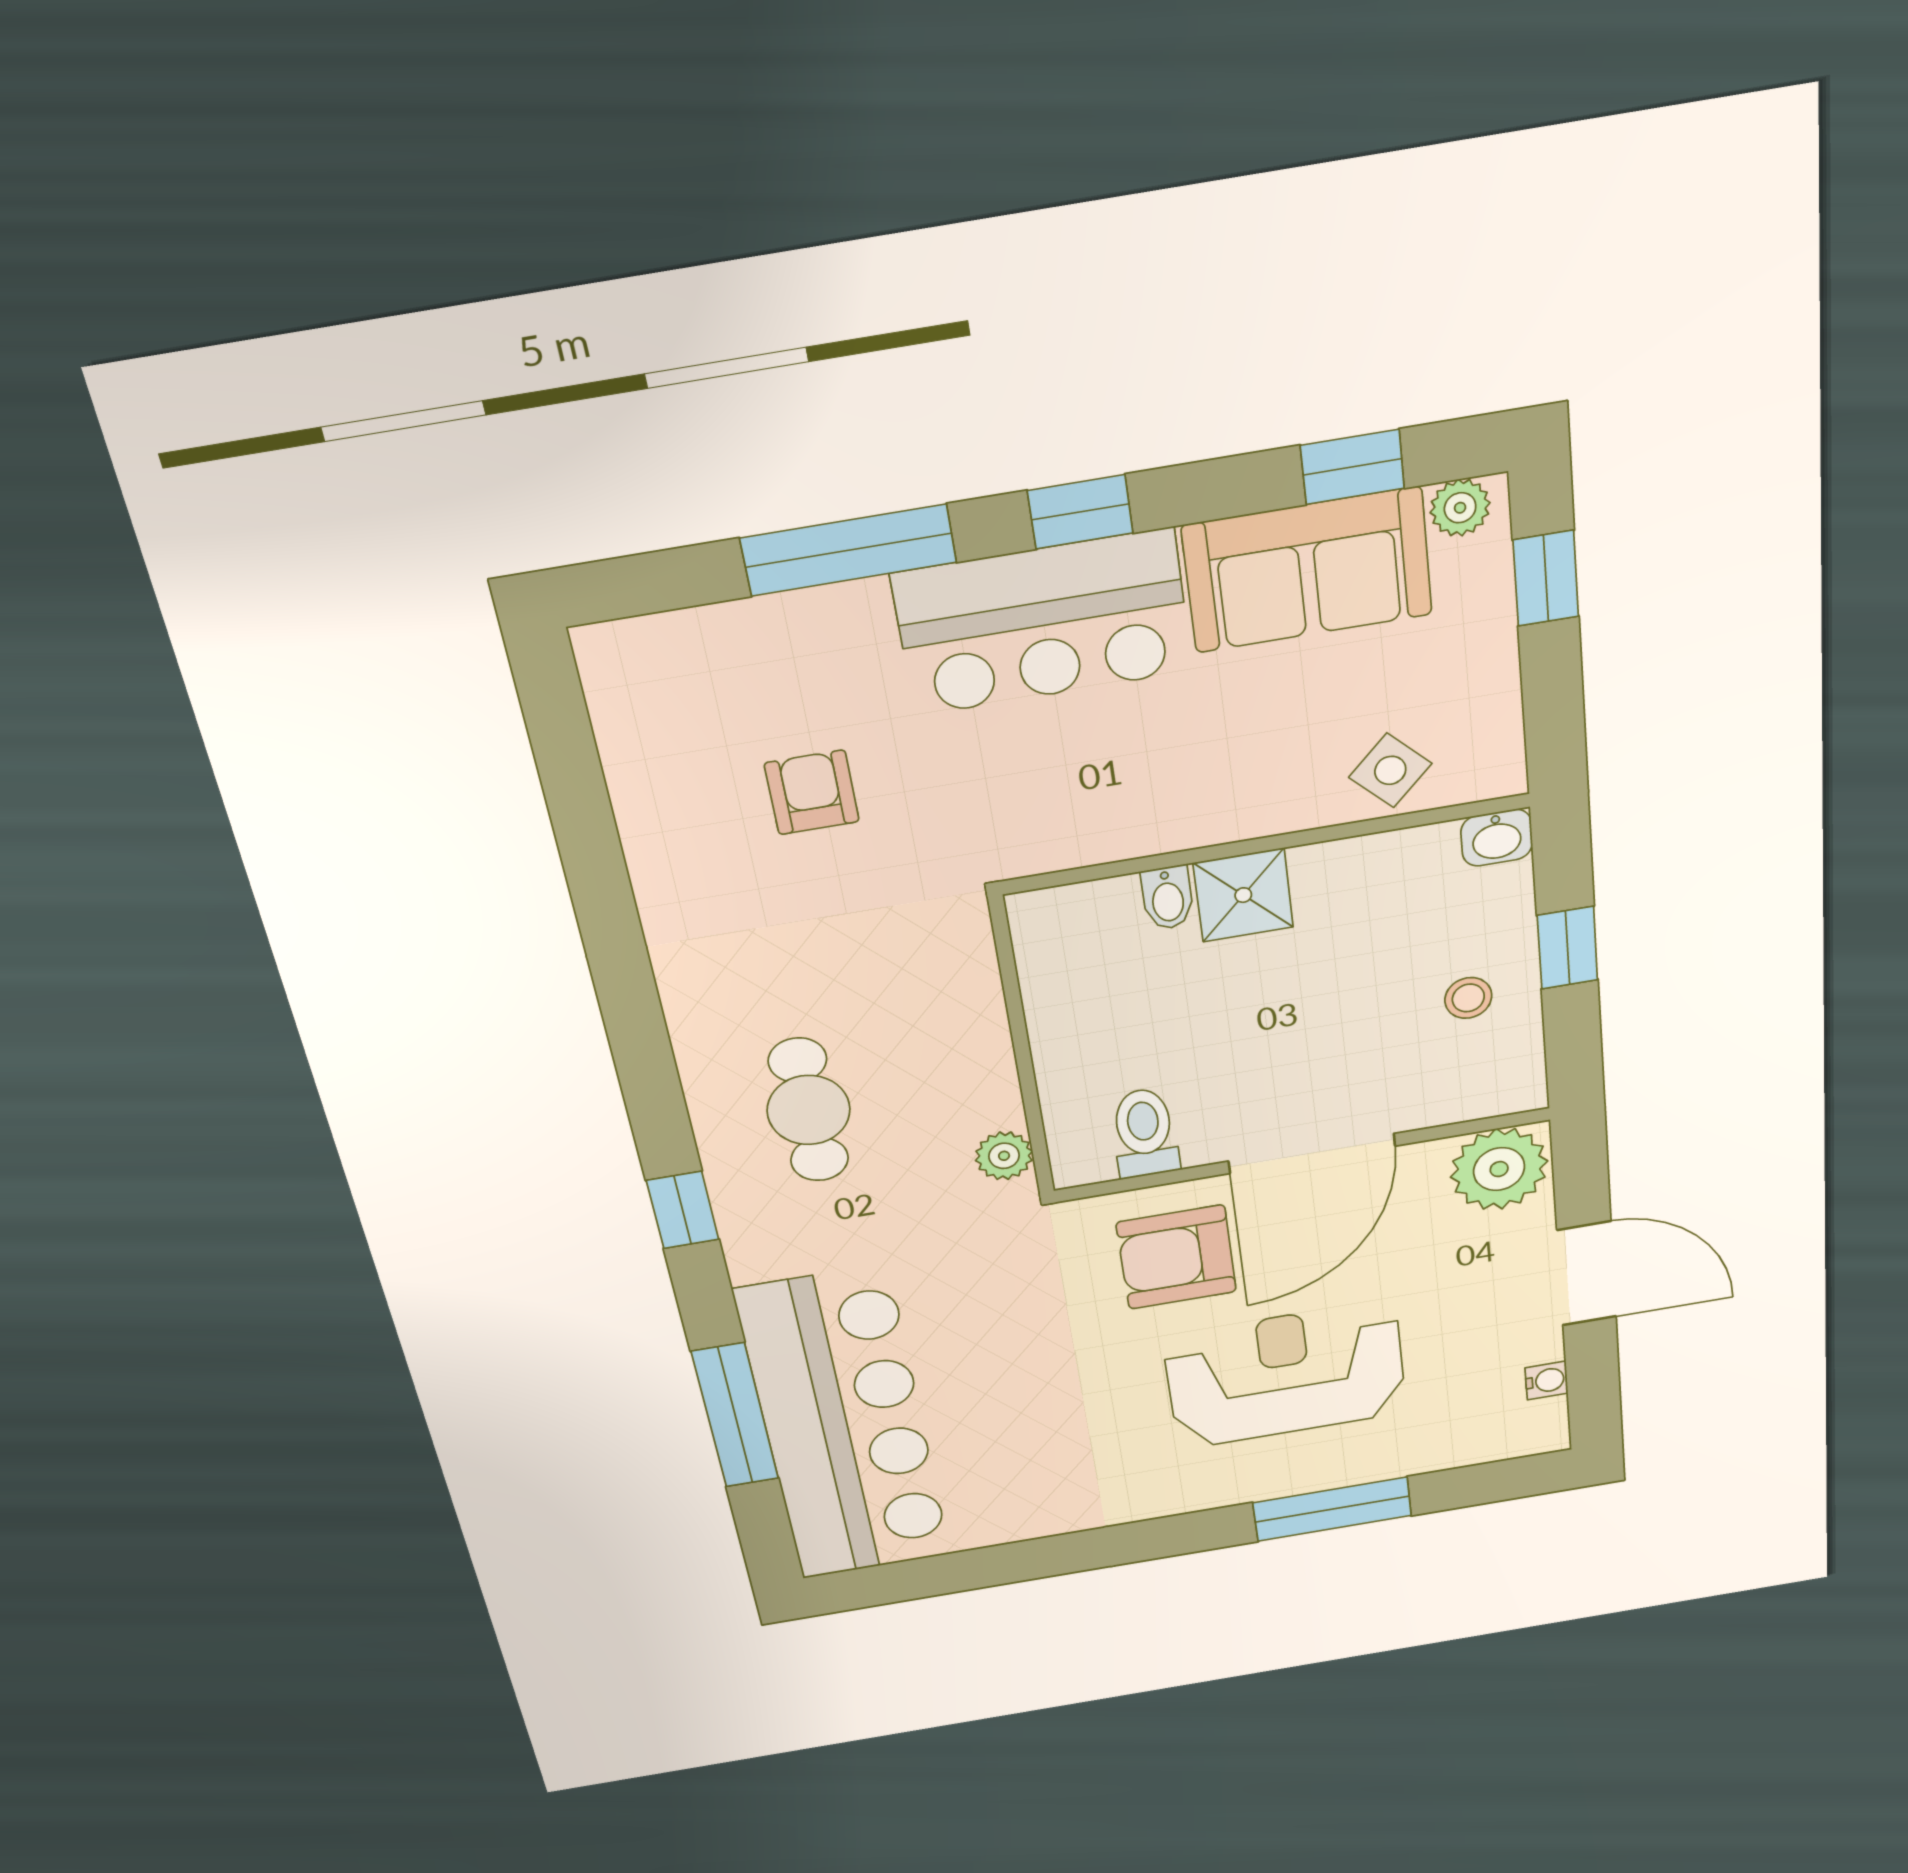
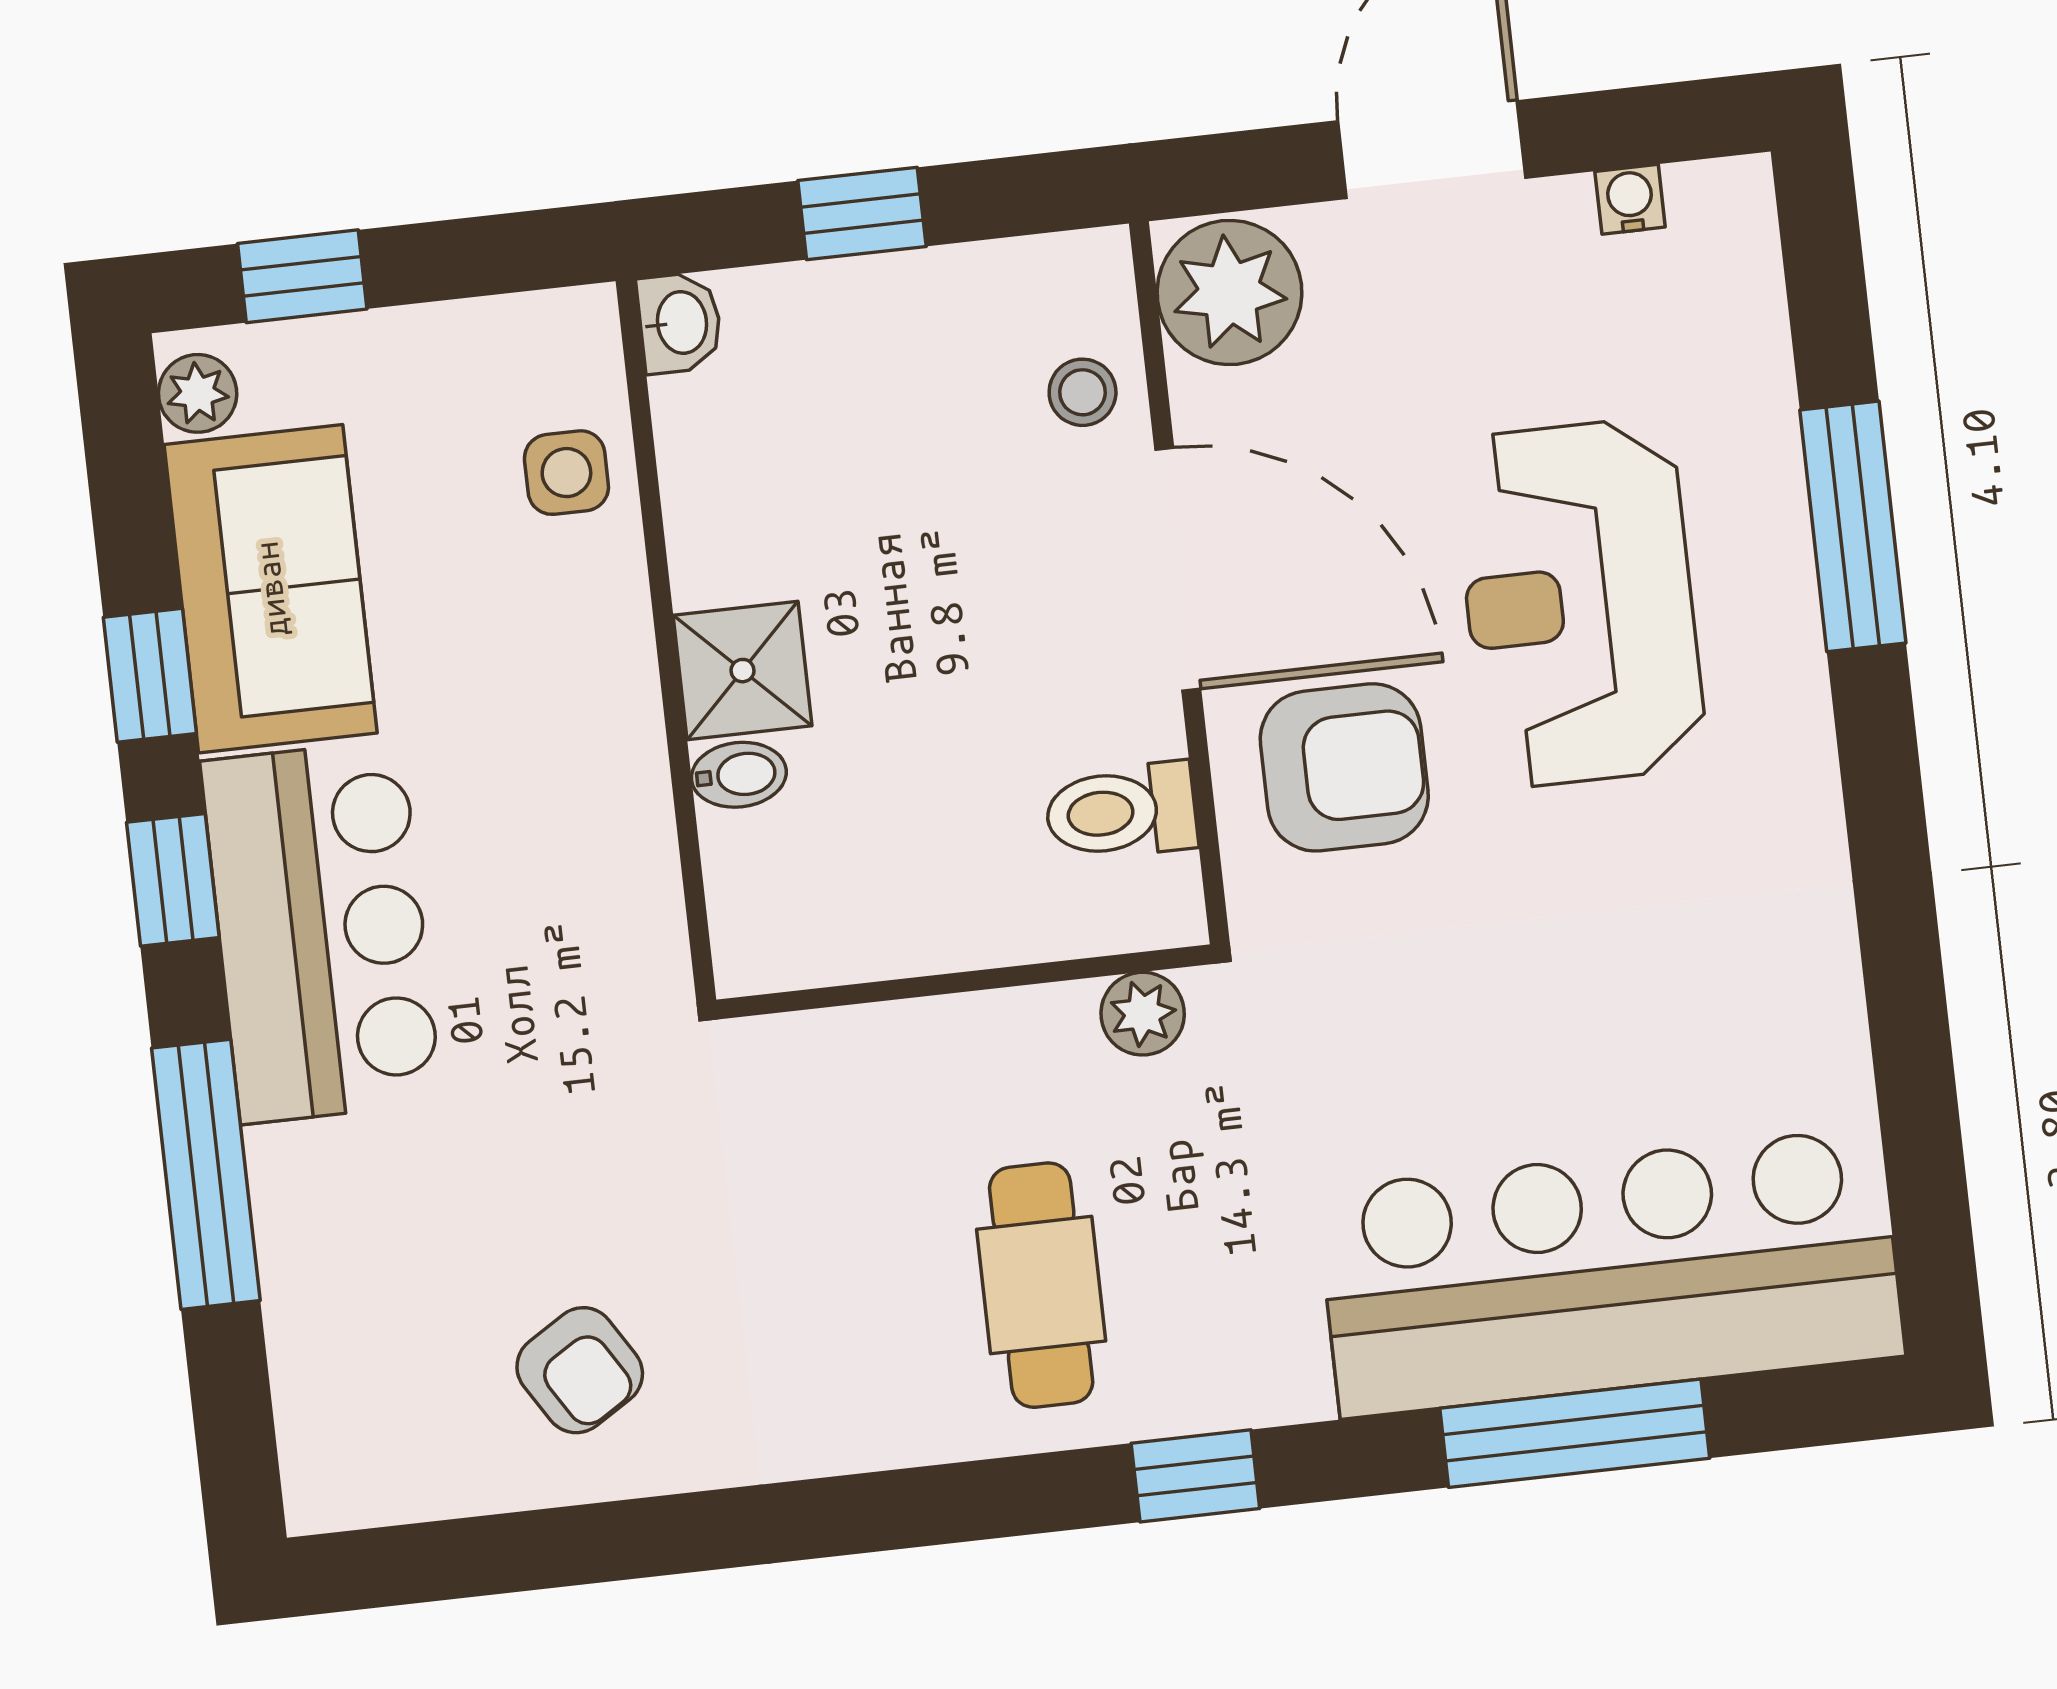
window: (1352, 467) -> (150, 675), moved
side table: (1390, 770) -> (566, 473), turned 45
armchair: (812, 792) -> (580, 1370), moved, turned -122
stool: (1468, 998) -> (1083, 392), moved
cafe table: (809, 1110) -> (1041, 1285), turned 90
armchair: (1176, 1257) -> (1344, 767), turned -90

